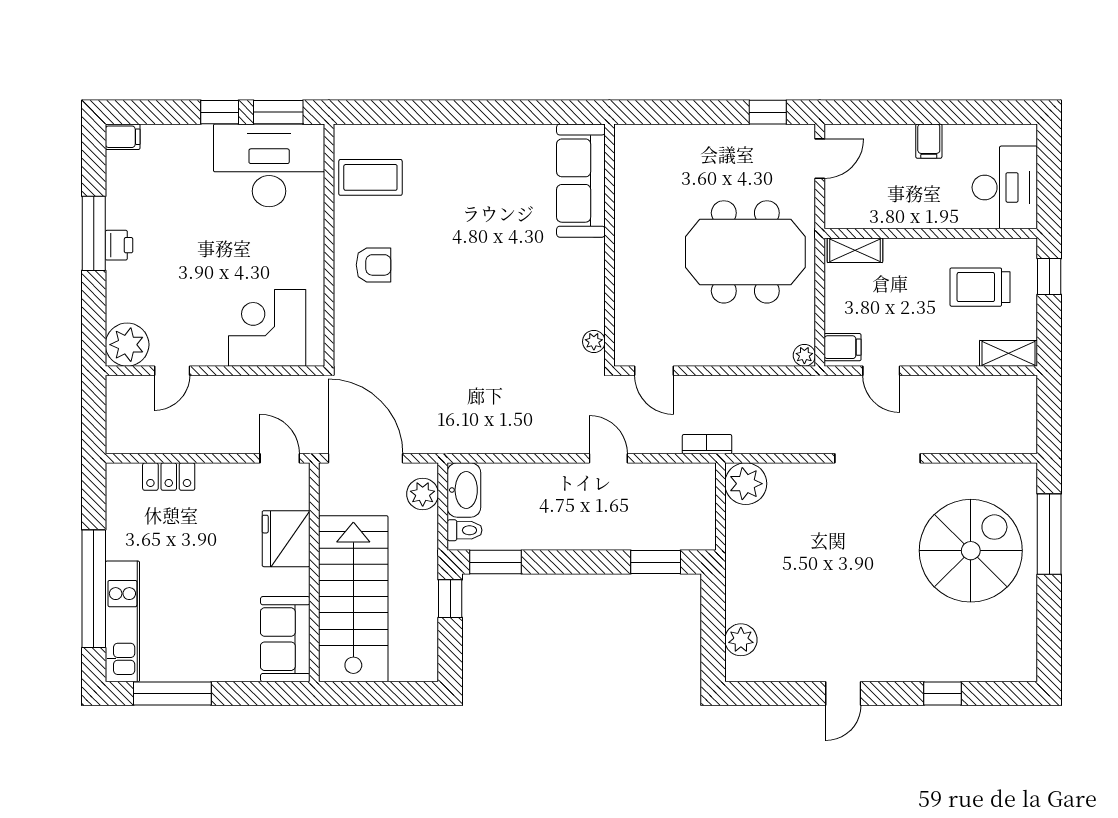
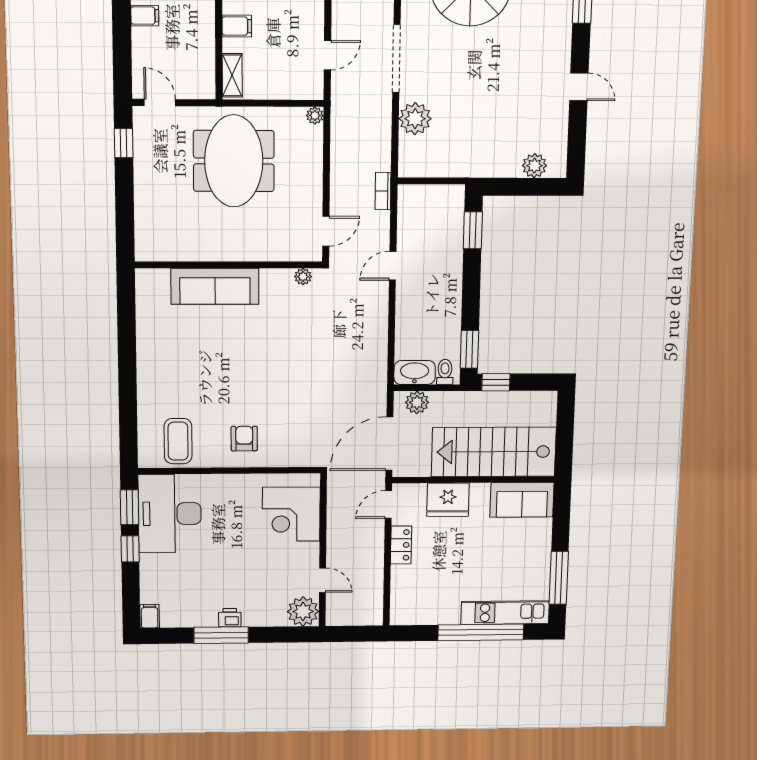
sofa: (581, 181) -> (215, 286), moved
filing cabinet: (842, 347) -> (237, 26), moved, turned 90
locker: (169, 477) -> (401, 545), moved
plant: (746, 484) -> (415, 119), moved

